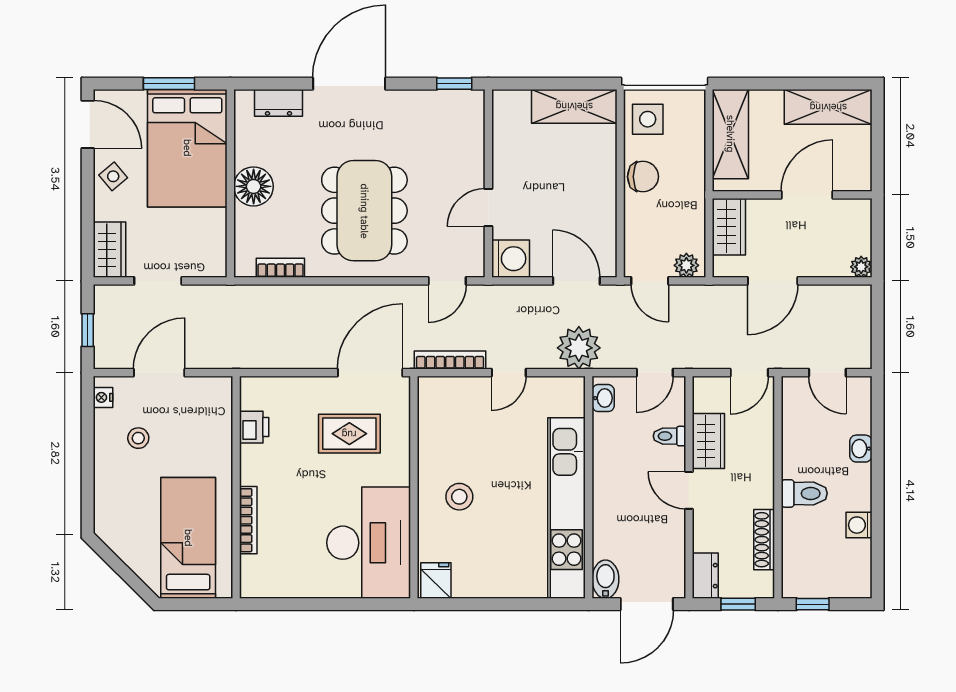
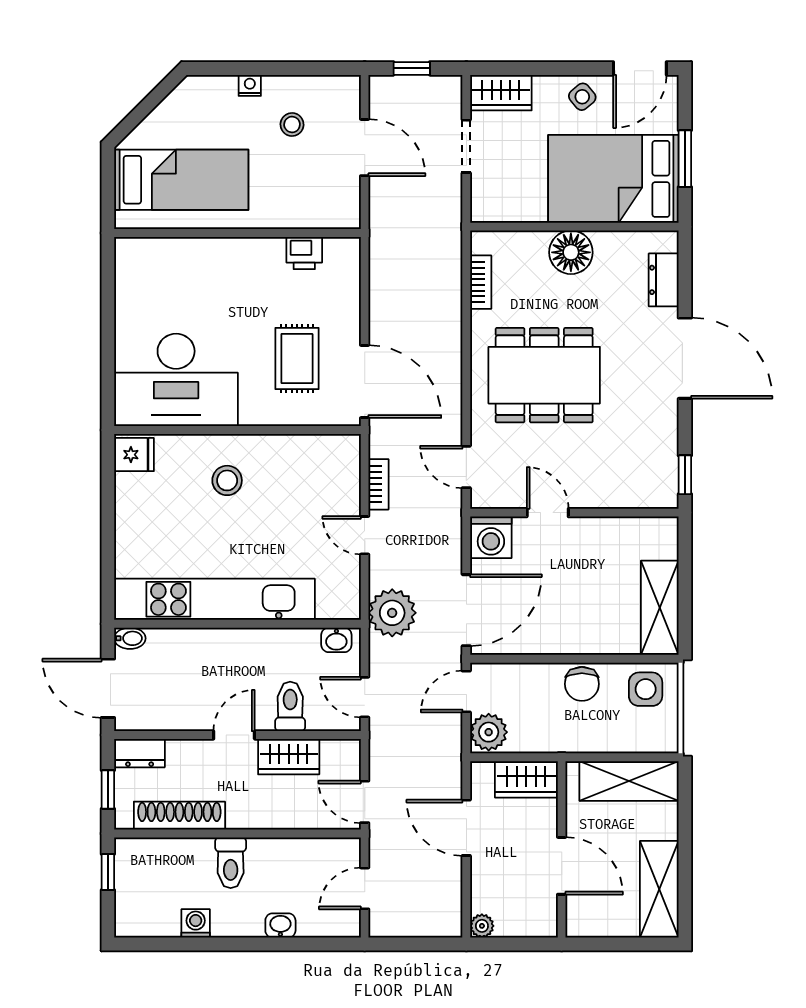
plant: (686, 265) -> (489, 732), width x1.38, depth x1.38
door: (576, 281) -> (466, 610), width x1.36
bookcase: (450, 360) -> (379, 484), width x0.64
nightstand: (103, 397) -> (250, 85), moved
toilet: (669, 436) -> (290, 706), width x1.37, depth x1.39
bookcase: (248, 520) -> (201, 246), removed
shoe rack: (764, 540) -> (179, 816), width x1.36, depth x1.24
bidet: (605, 579) -> (130, 638), width x0.72, depth x0.74

